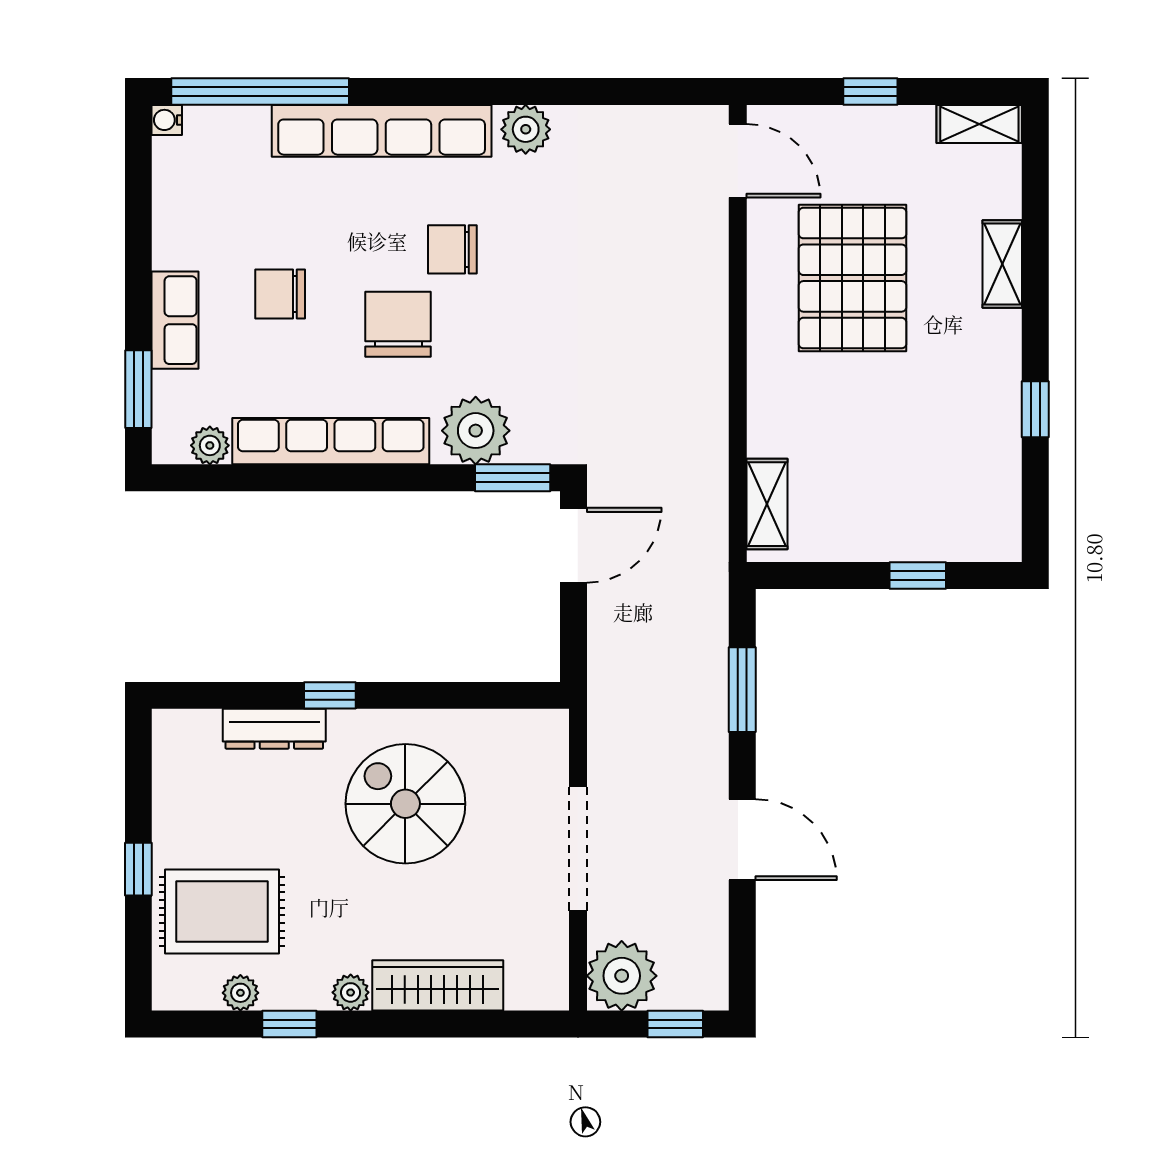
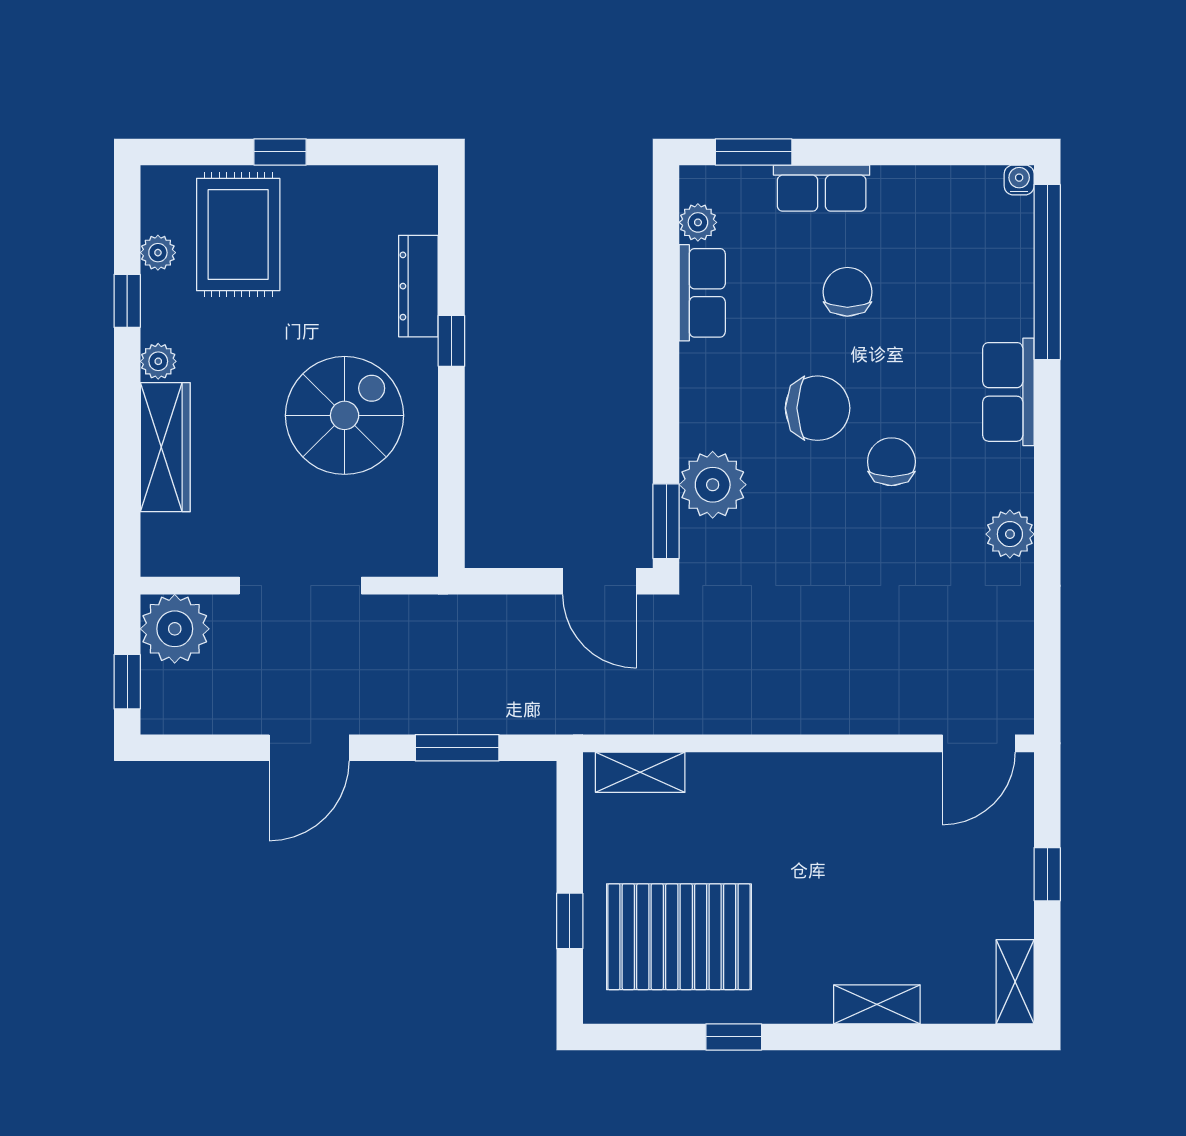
row of seats: (382, 131) -> (1008, 392), width x0.50
pallet: (852, 278) -> (679, 937), moved
row of seats: (331, 441) -> (702, 293), width x0.50

